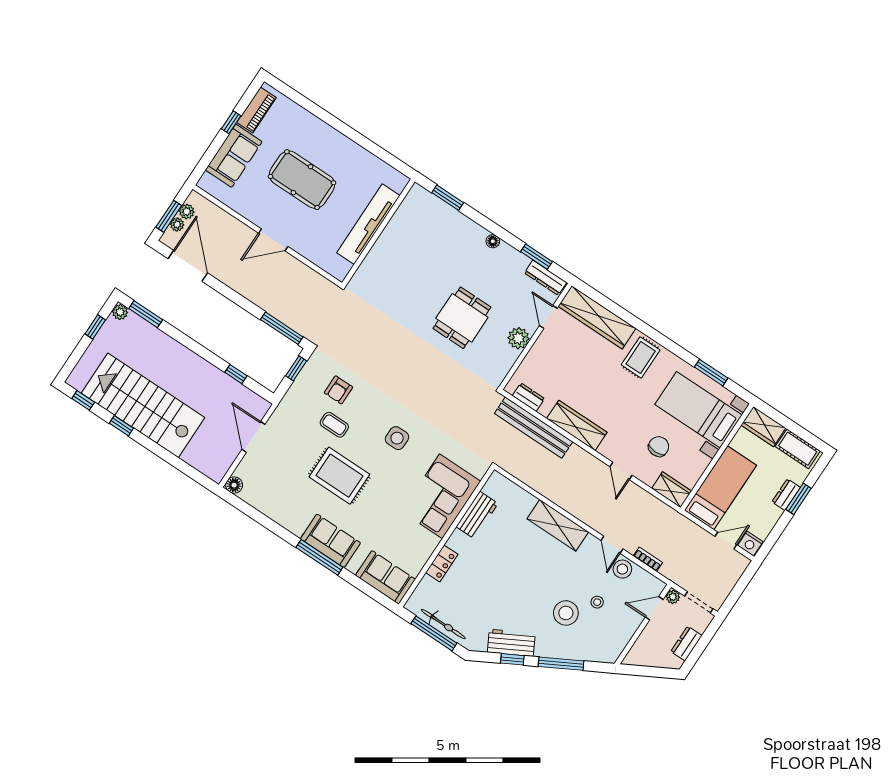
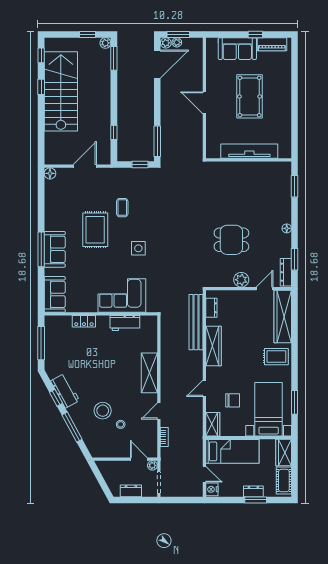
plant: (187, 212) -> (166, 43), moved
armchair: (338, 390) -> (144, 197), removed
stool: (622, 569) -> (149, 426), removed
bicycle: (443, 624) -> (50, 345), removed

